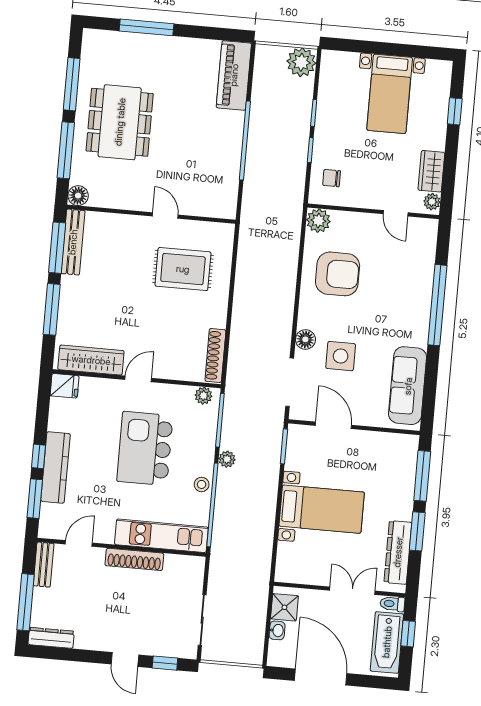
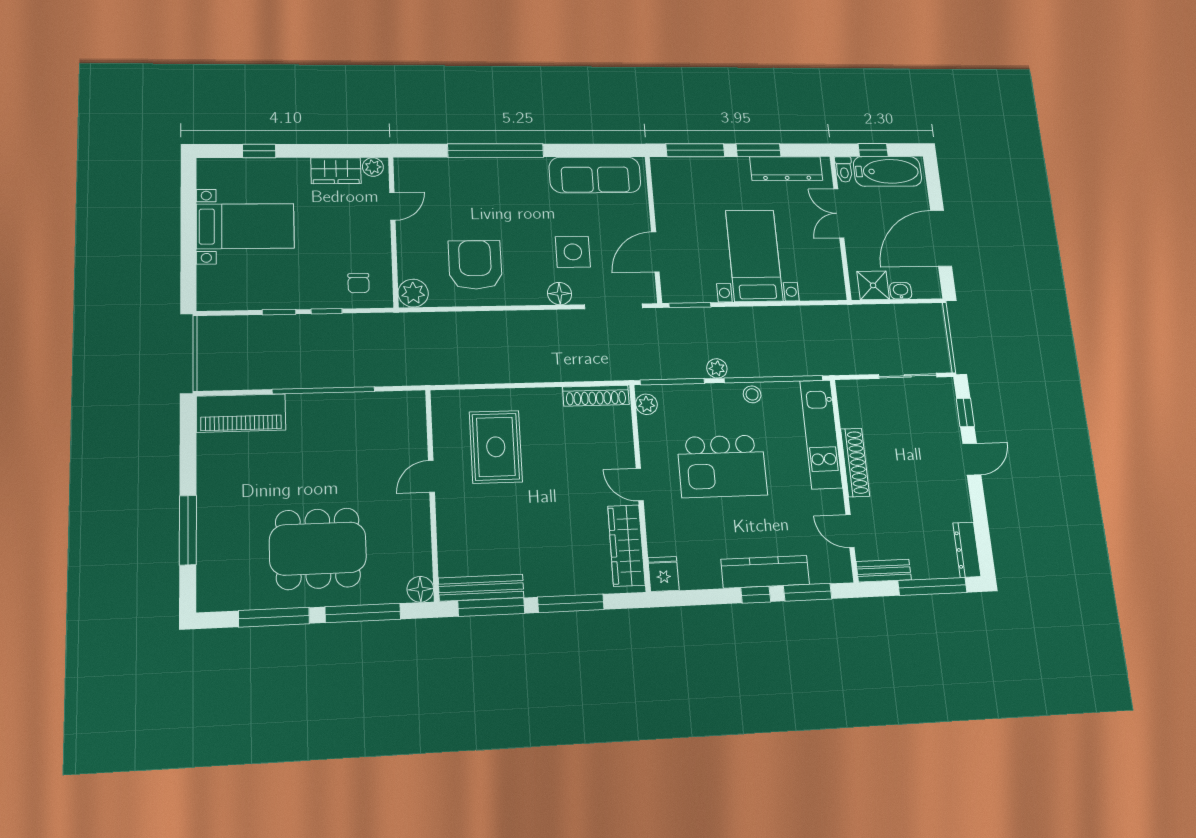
plant: (301, 62) -> (216, 333), removed

